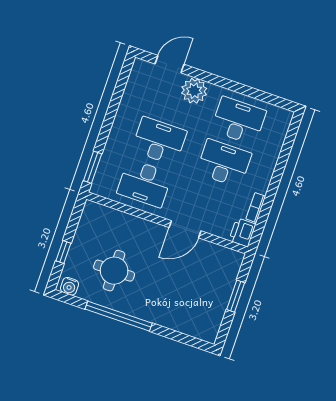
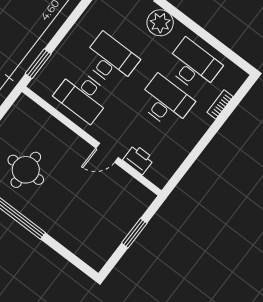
bookcase: (256, 208) -> (220, 105), moved
door: (185, 229) -> (107, 153), width x0.73
printer: (242, 232) -> (138, 159), moved, turned 90

